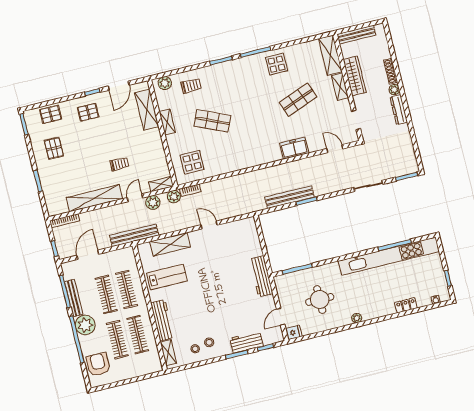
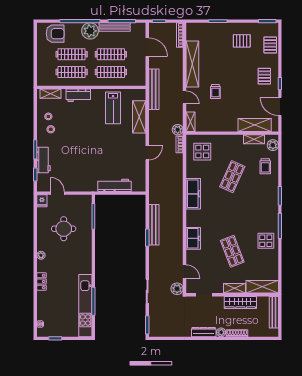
shelving: (167, 122) -> (254, 139), moved
door: (335, 149) -> (185, 272), hinge flipped
freezer: (243, 161) -> (193, 194), added
plant: (153, 203) -> (177, 289), moved
kitchen unit: (389, 256) -> (85, 306), width x0.73
workbench: (261, 276) -> (114, 185), moved
locker: (406, 305) -> (42, 281), moved
workbench: (162, 320) -> (78, 95), width x0.73

